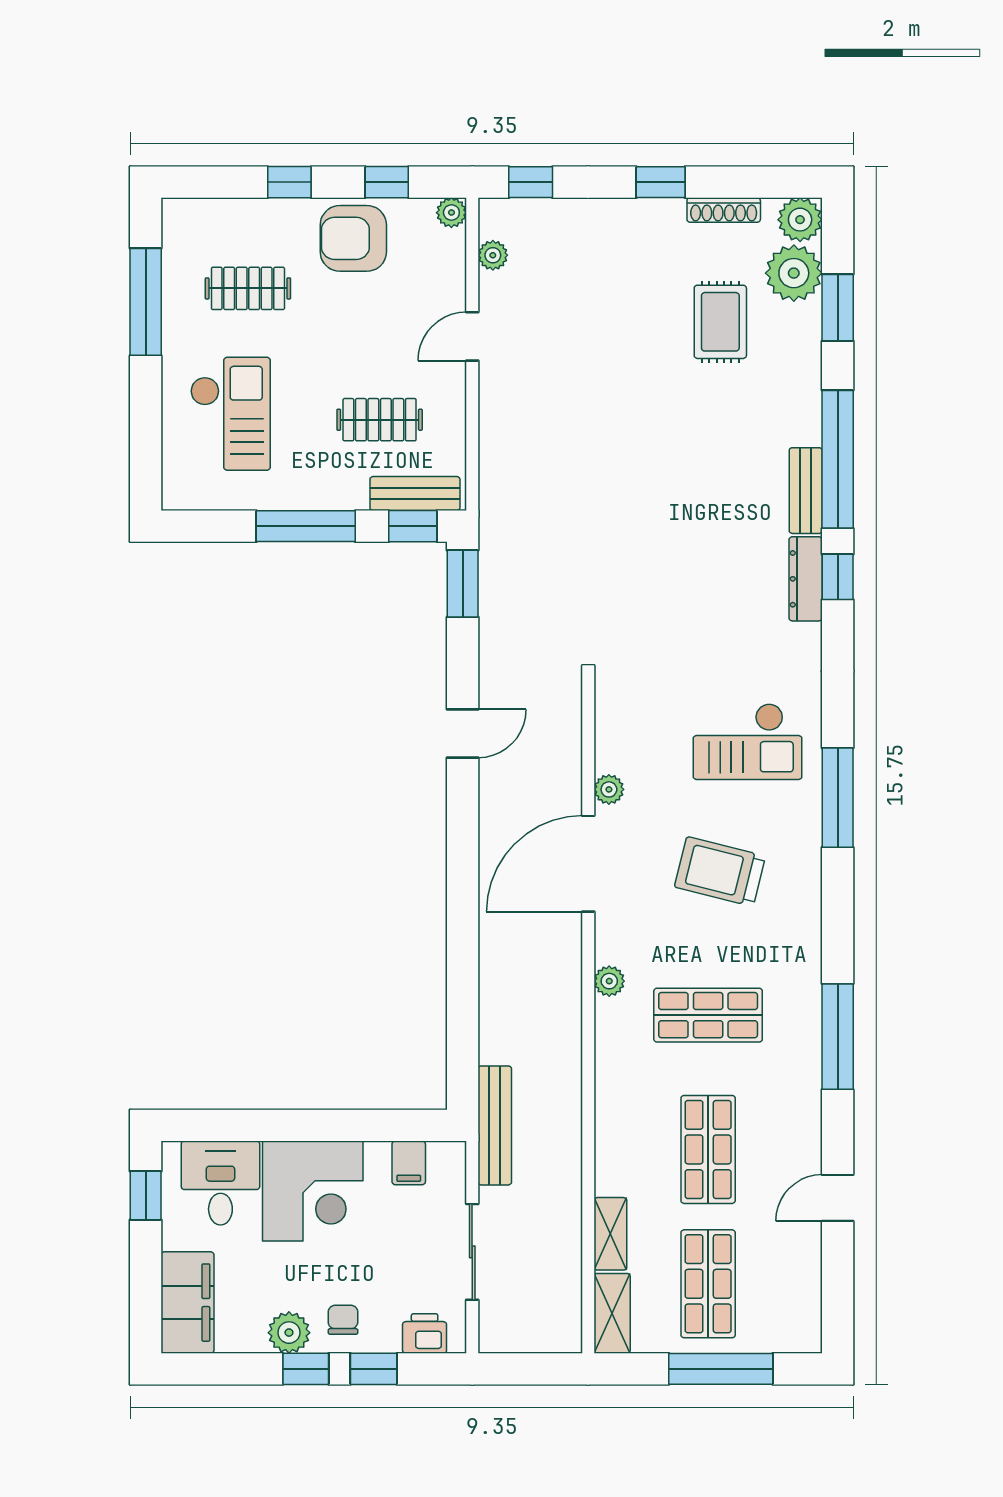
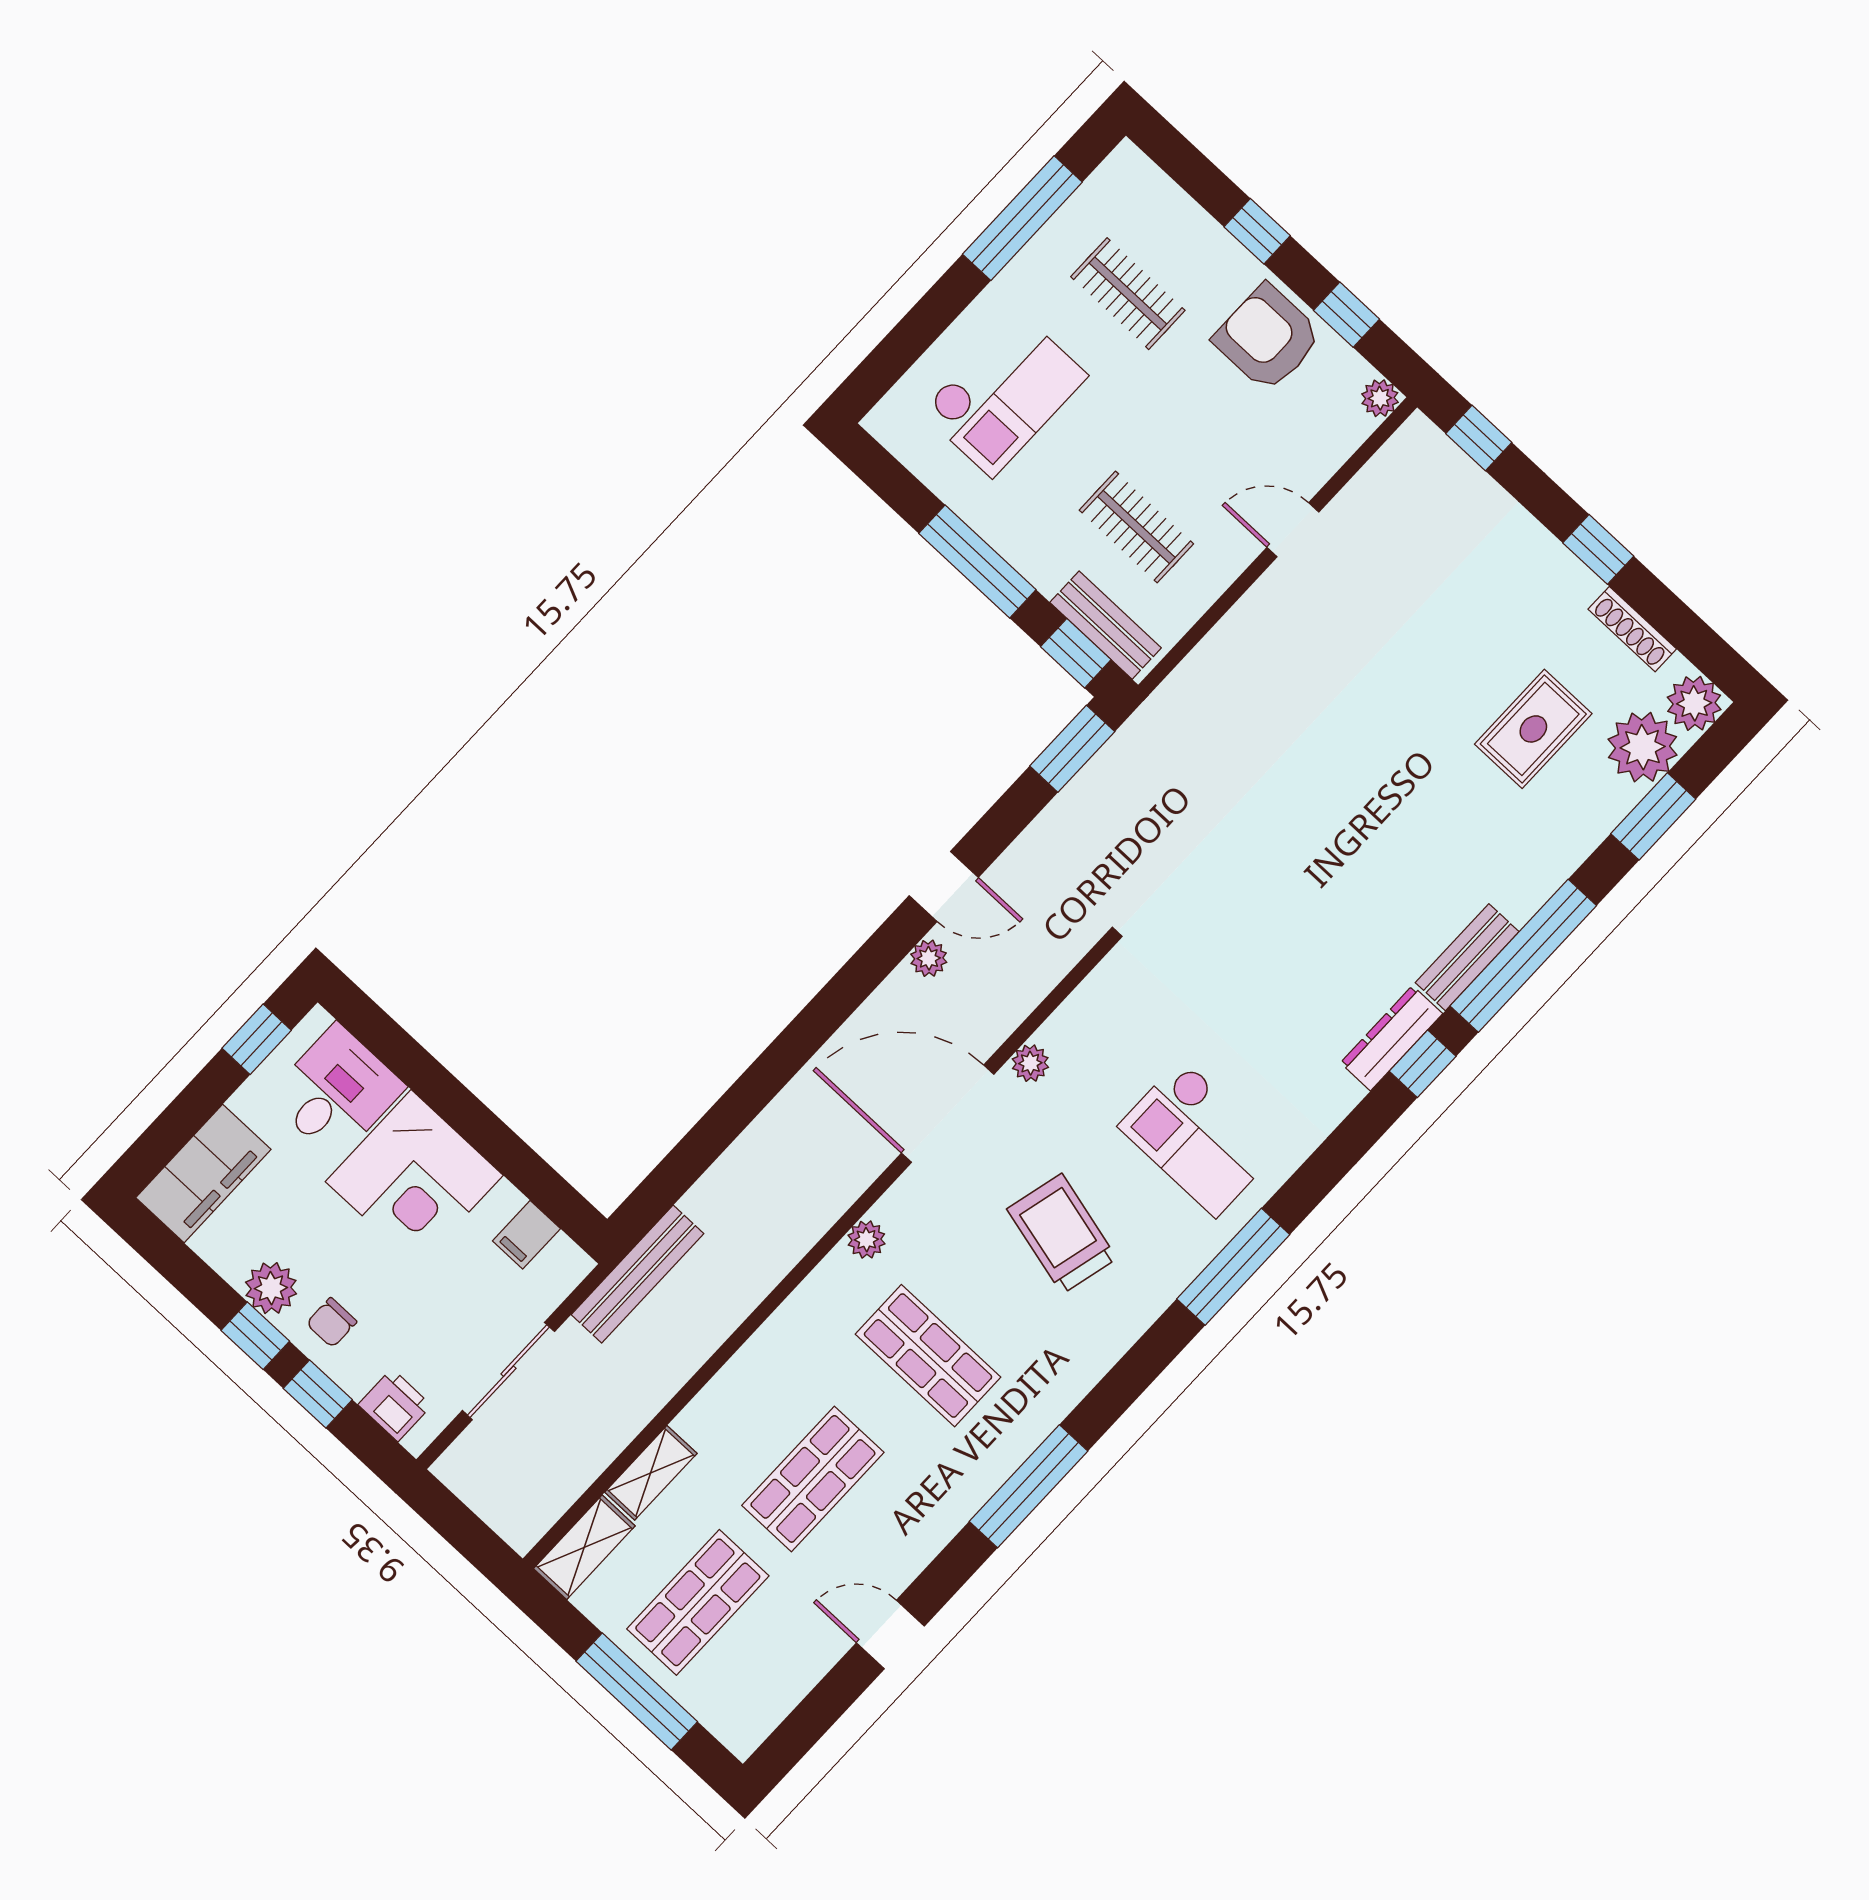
plant: (493, 255) -> (929, 958), moved
chair: (343, 1320) -> (332, 1323), turned 180

